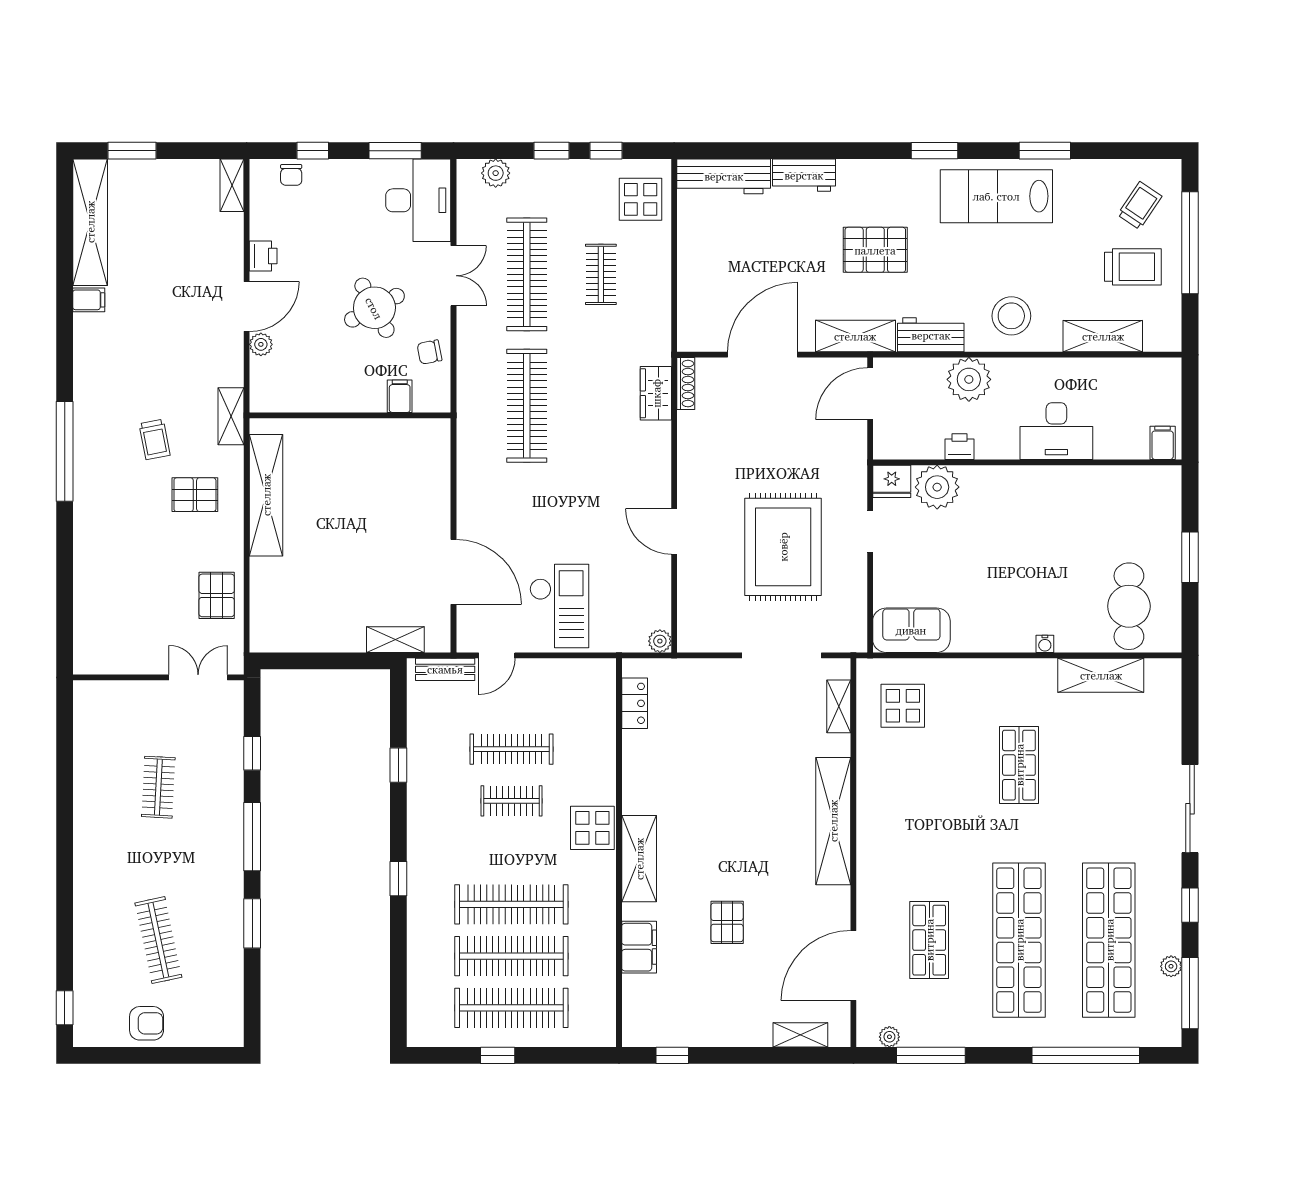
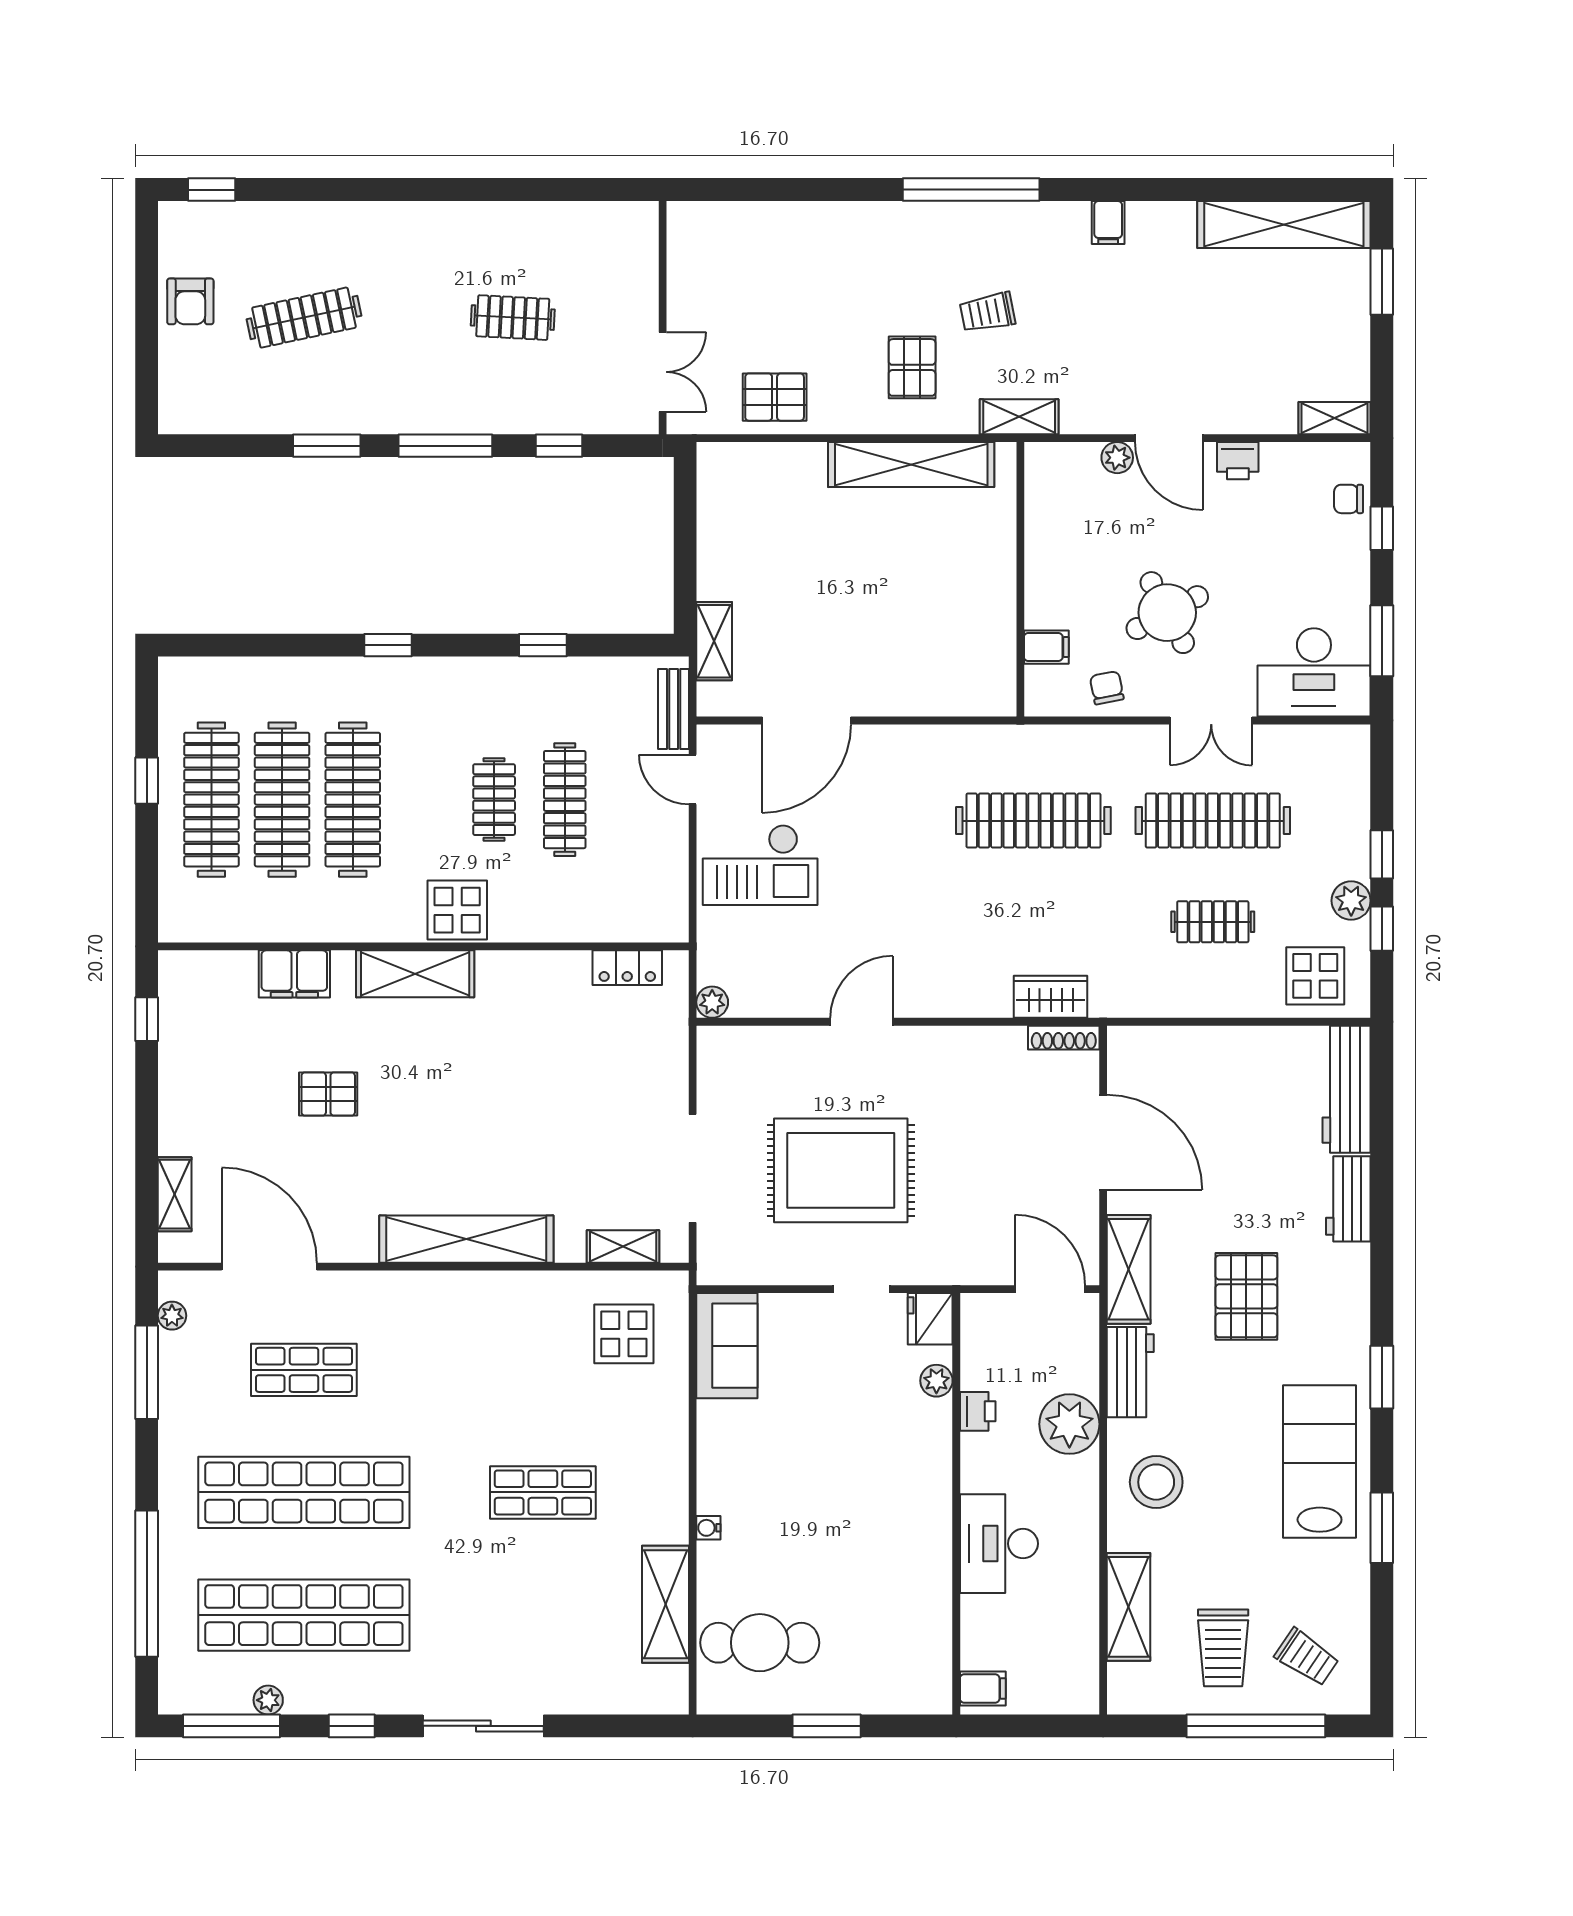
plant: (496, 173) -> (1351, 901), moved
filing cabinet: (89, 300) -> (1108, 223), moved
plant: (937, 487) -> (936, 1381), width x0.53, depth x0.53

